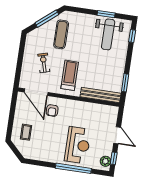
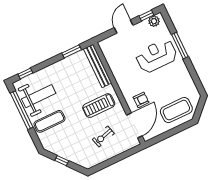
window: (106, 14) -> (22, 110), width x2.11
window: (47, 19) -> (62, 161), width x0.46
exercise mat: (61, 34) -> (50, 121), moved
coffee table: (26, 132) -> (176, 110), width x1.86, depth x1.72
window: (73, 168) -> (180, 46), width x0.68

